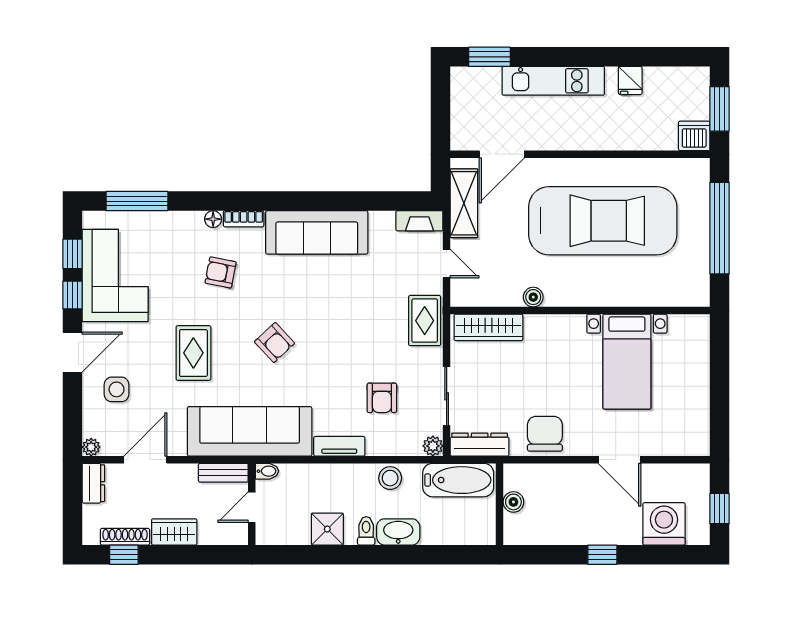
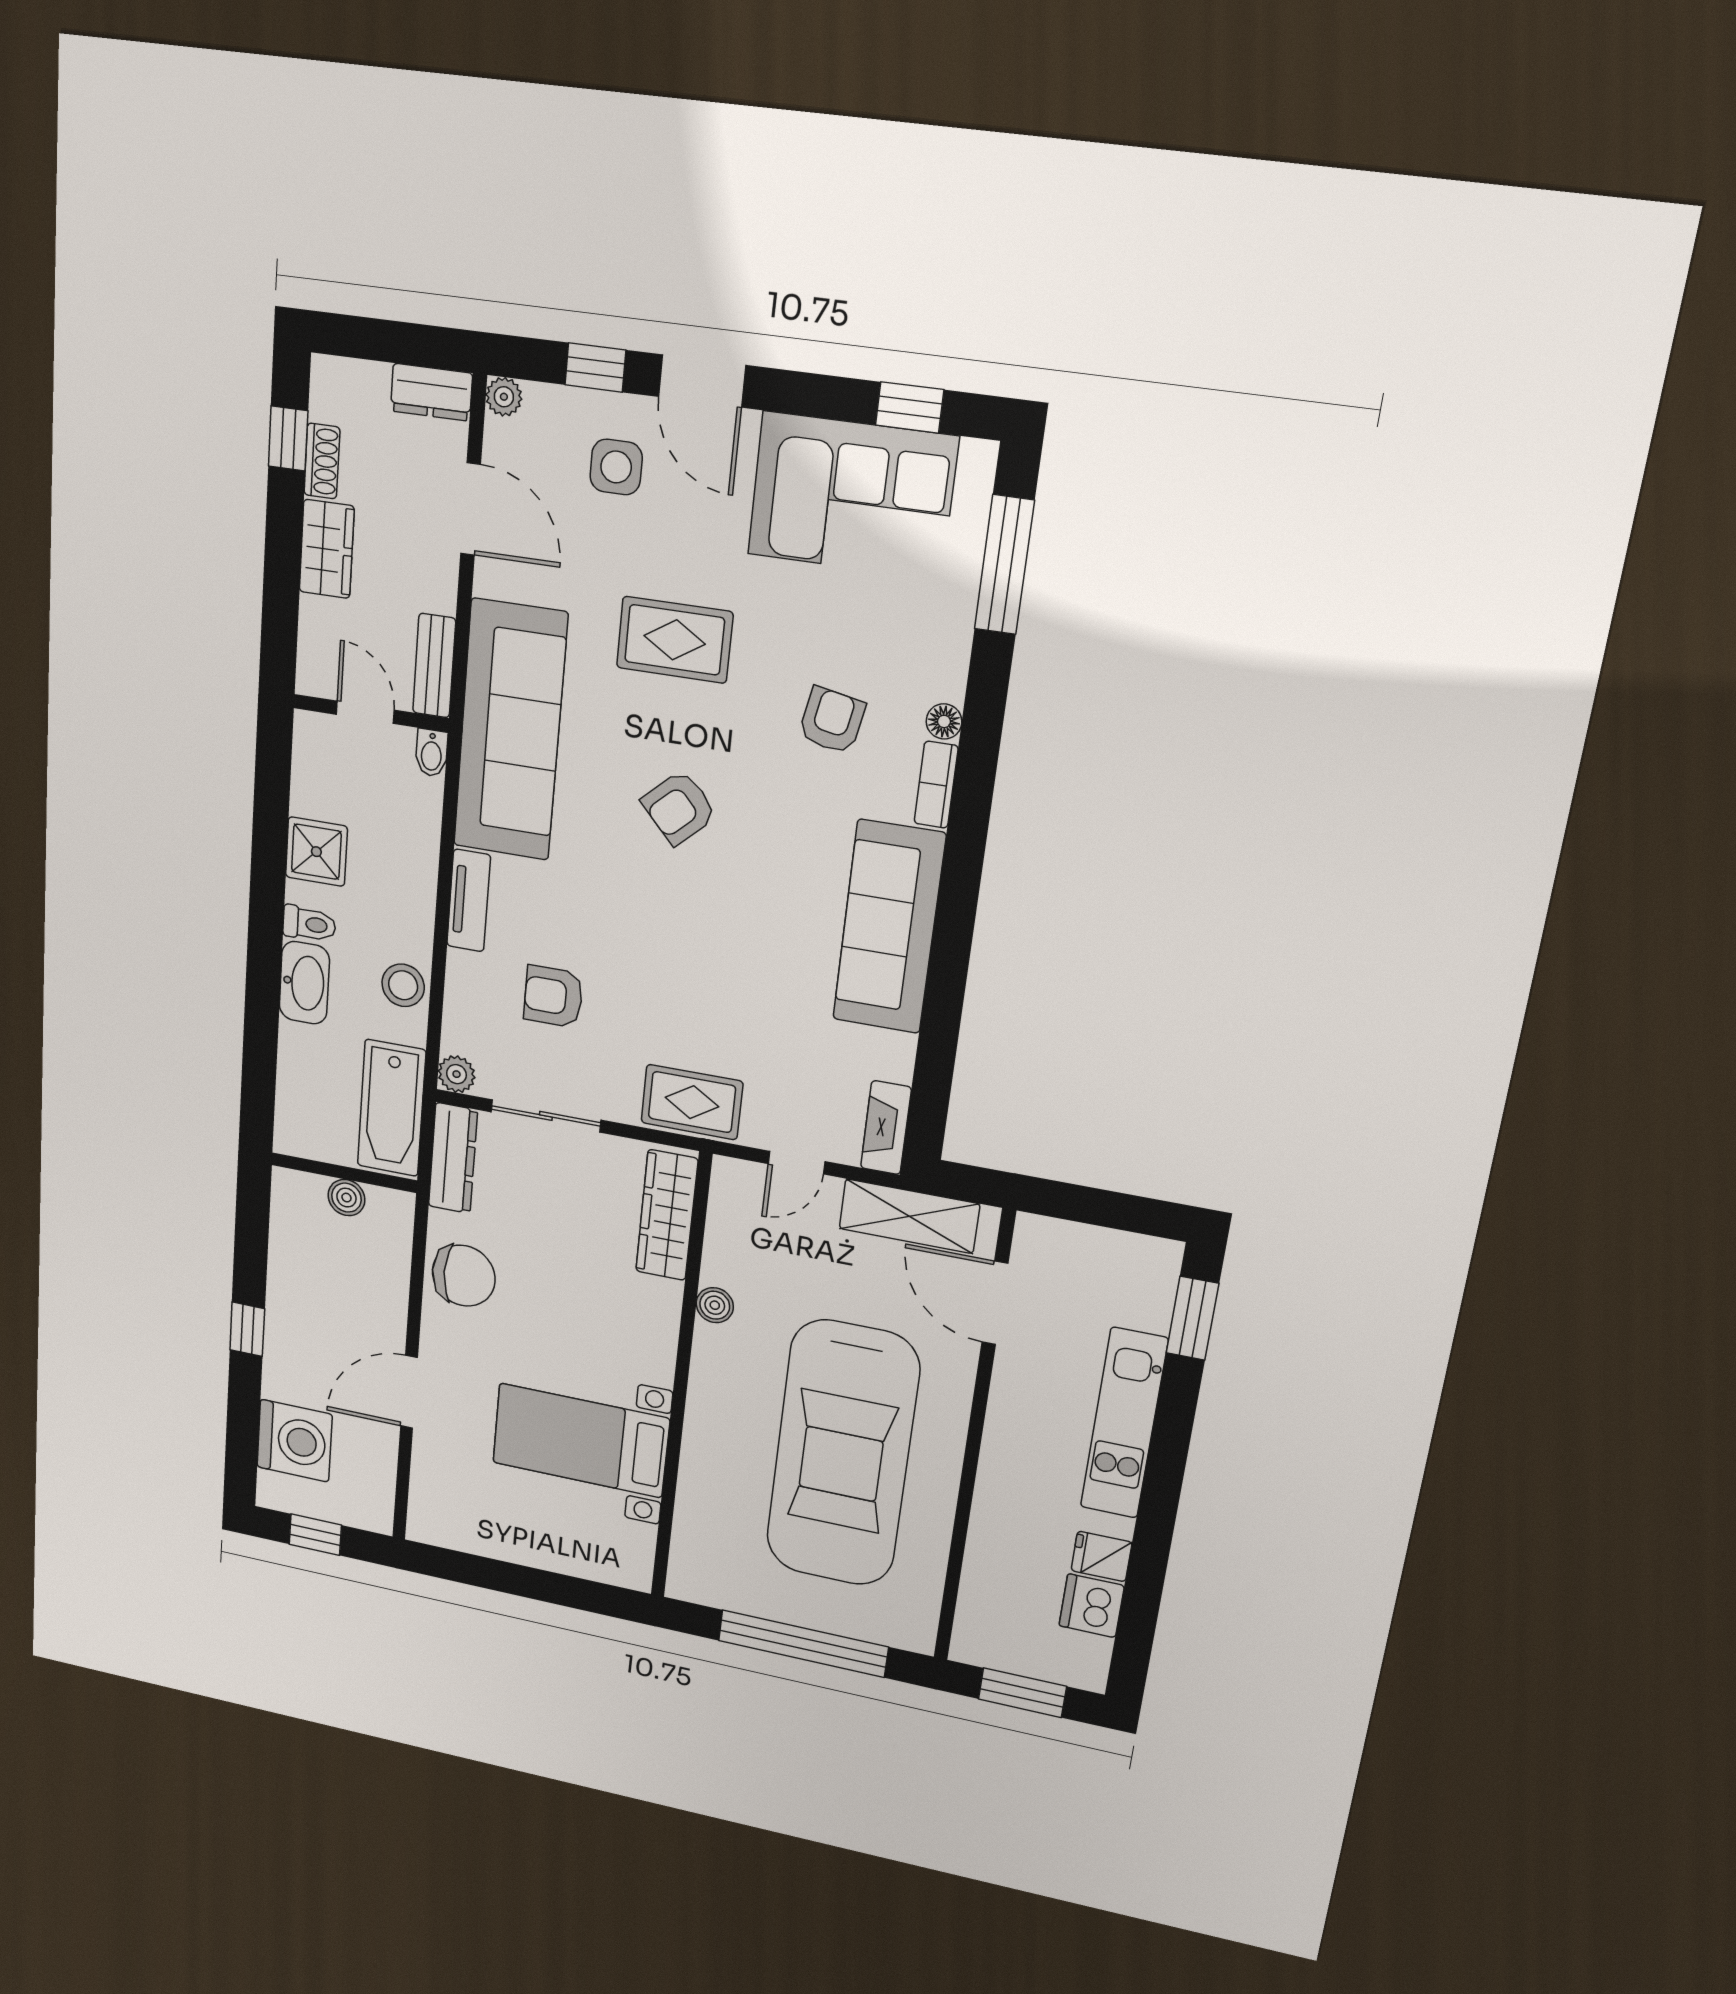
dishwasher: (694, 136) -> (1092, 1606), moved, turned 180
window: (73, 295) -> (595, 368), moved
shoe rack: (125, 537) -> (322, 461), width x0.70

